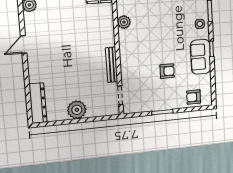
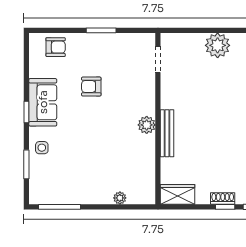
plant: (124, 22) -> (147, 125), moved
bench: (112, 65) -> (167, 133), moved

